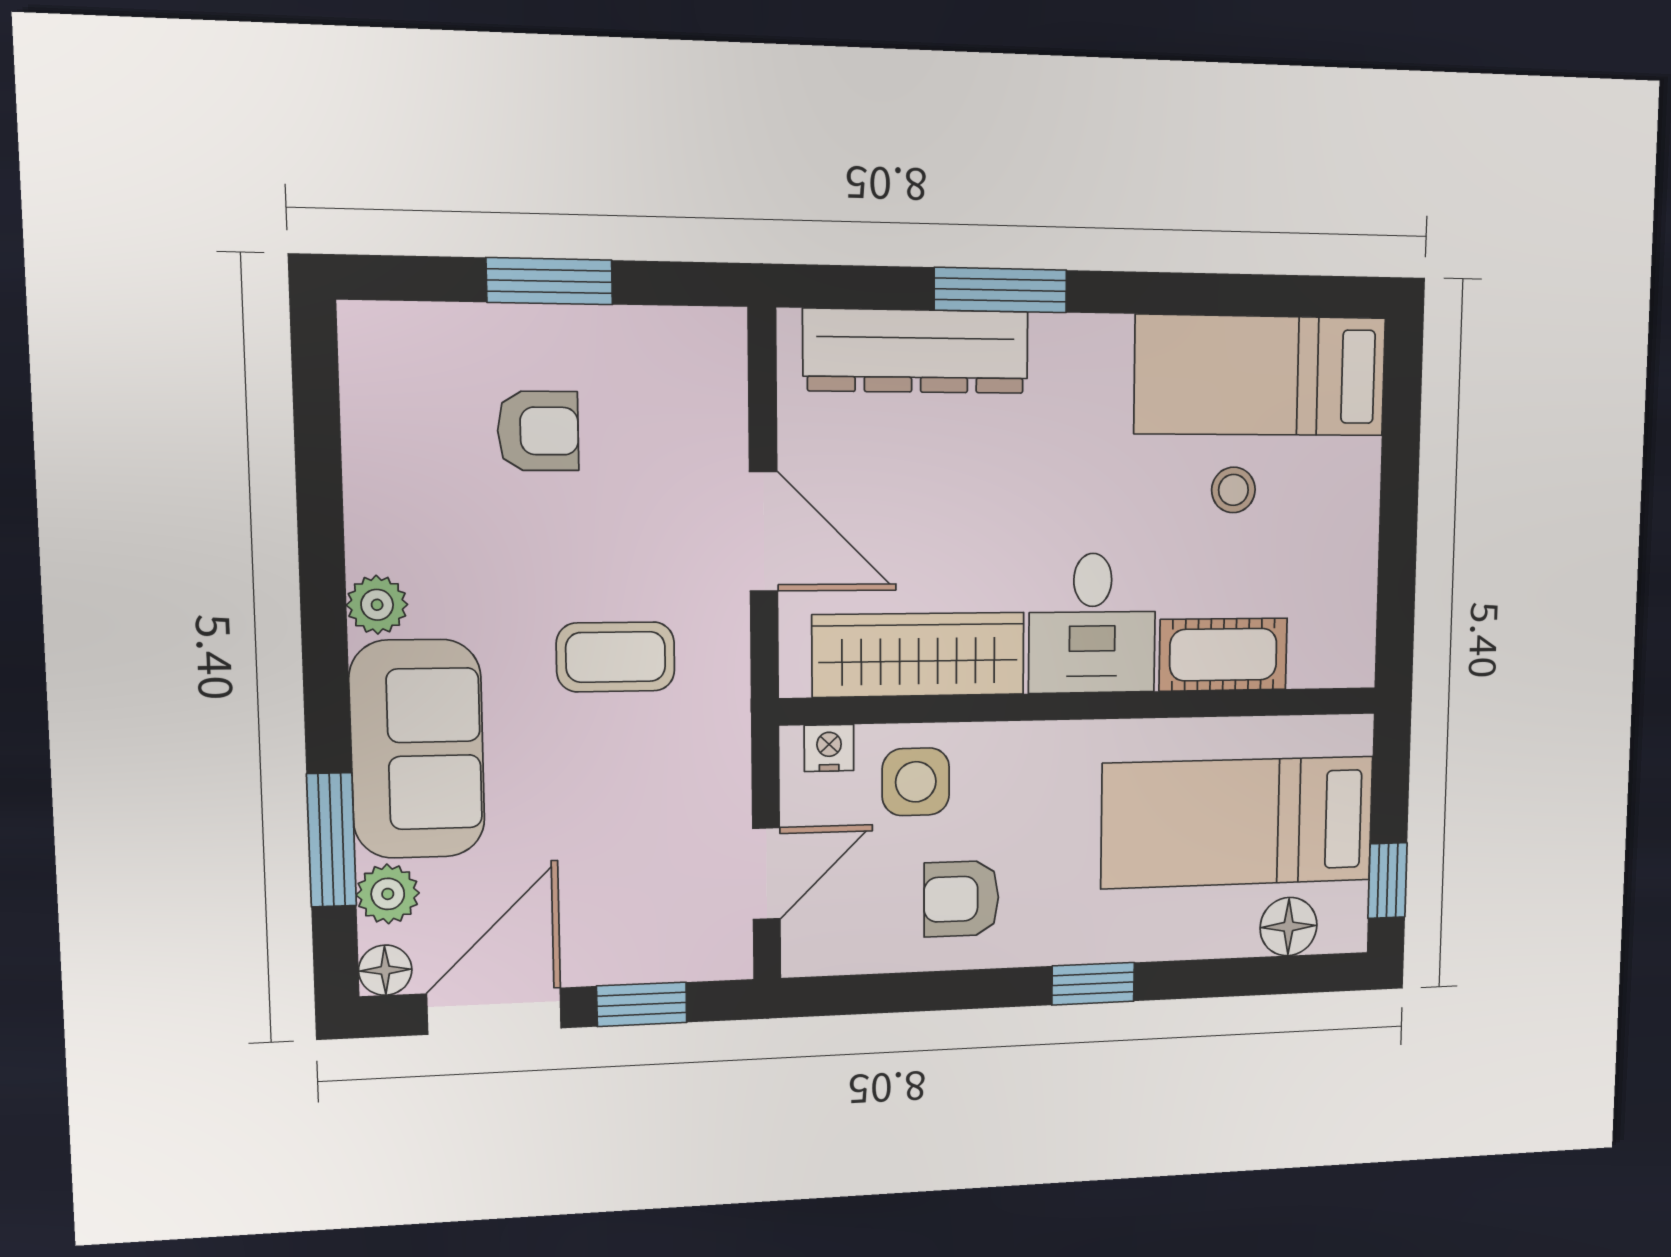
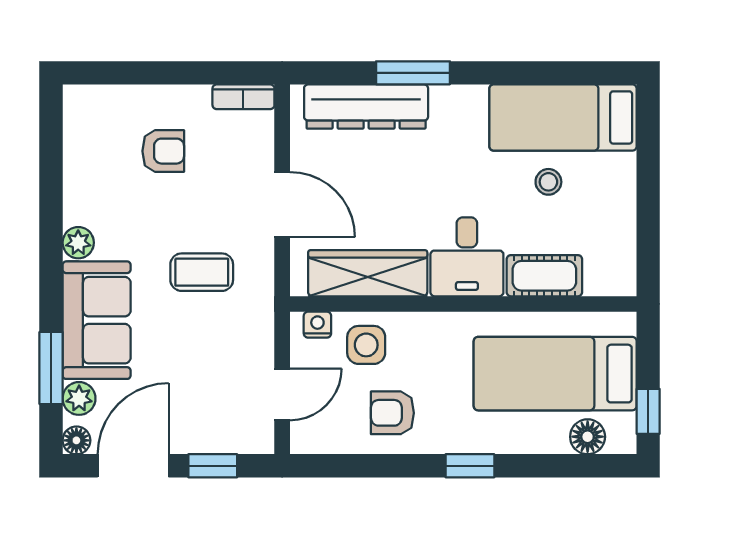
window: (550, 281) -> (171, 73), removed
bookcase: (689, 329) -> (243, 97), added

